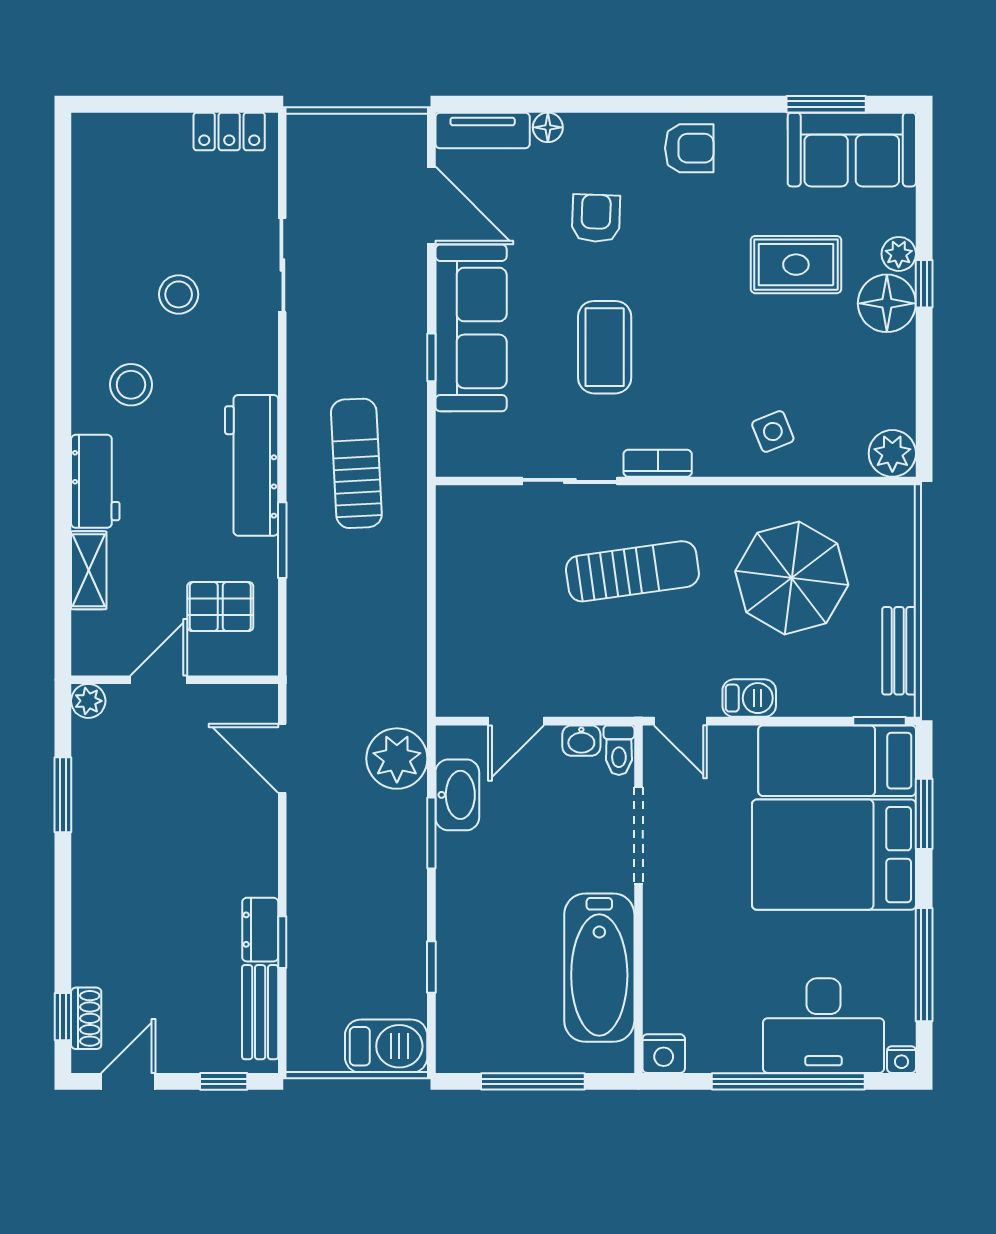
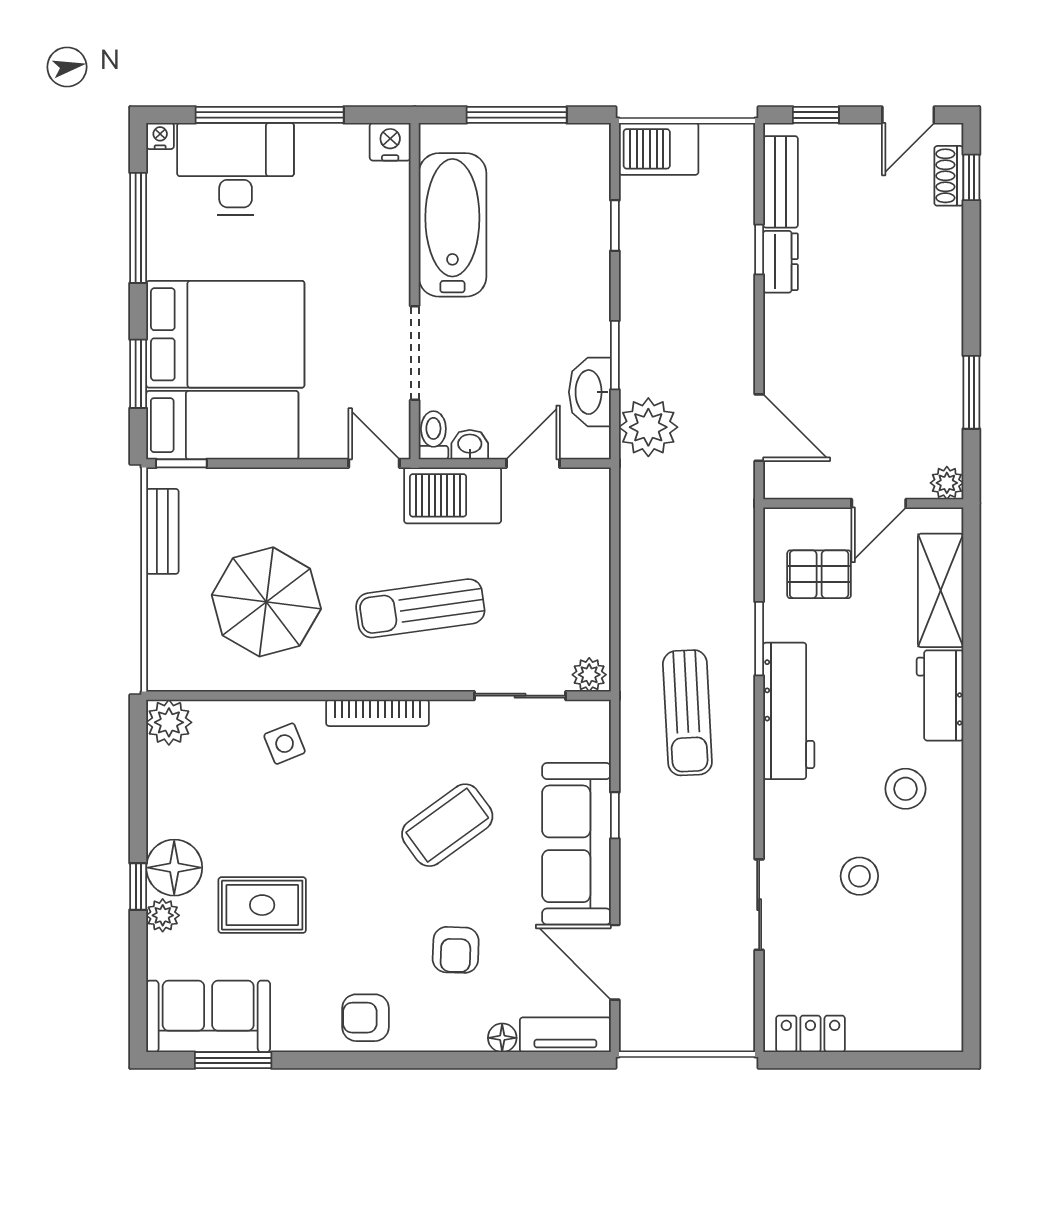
coffee table: (605, 347) -> (447, 825), turned 54
bookcase: (658, 463) -> (378, 713), width x1.56
sliding door: (570, 481) -> (520, 696), moved
plant: (458, 503) -> (589, 675), added
shelving: (89, 570) -> (941, 590), width x1.50, depth x1.33
barbecue: (749, 698) -> (453, 495), moved, width x1.88, depth x1.53

